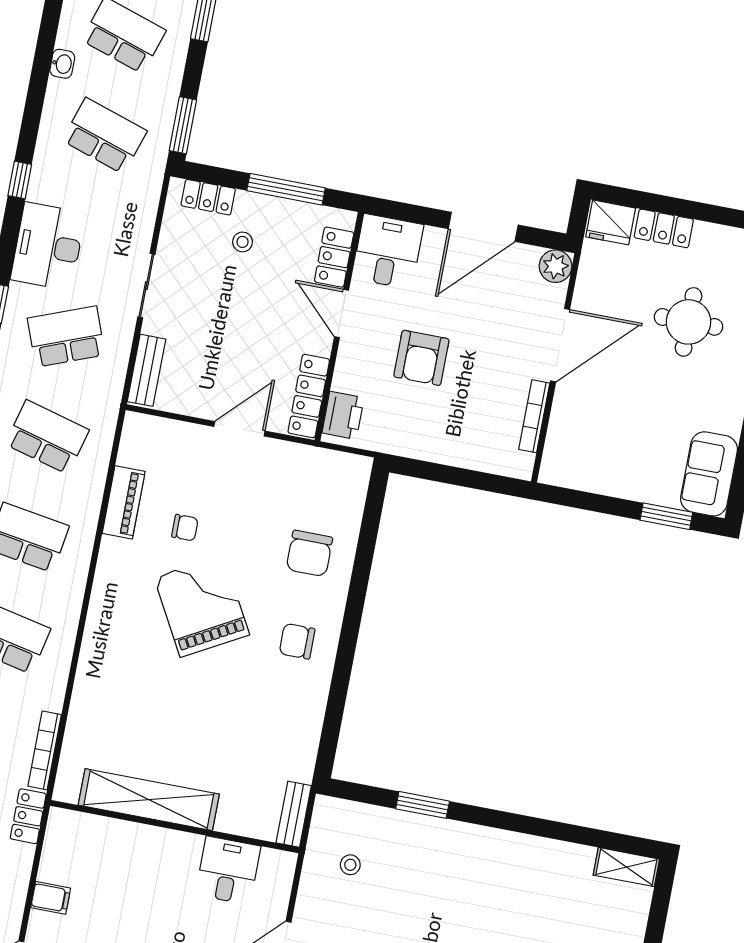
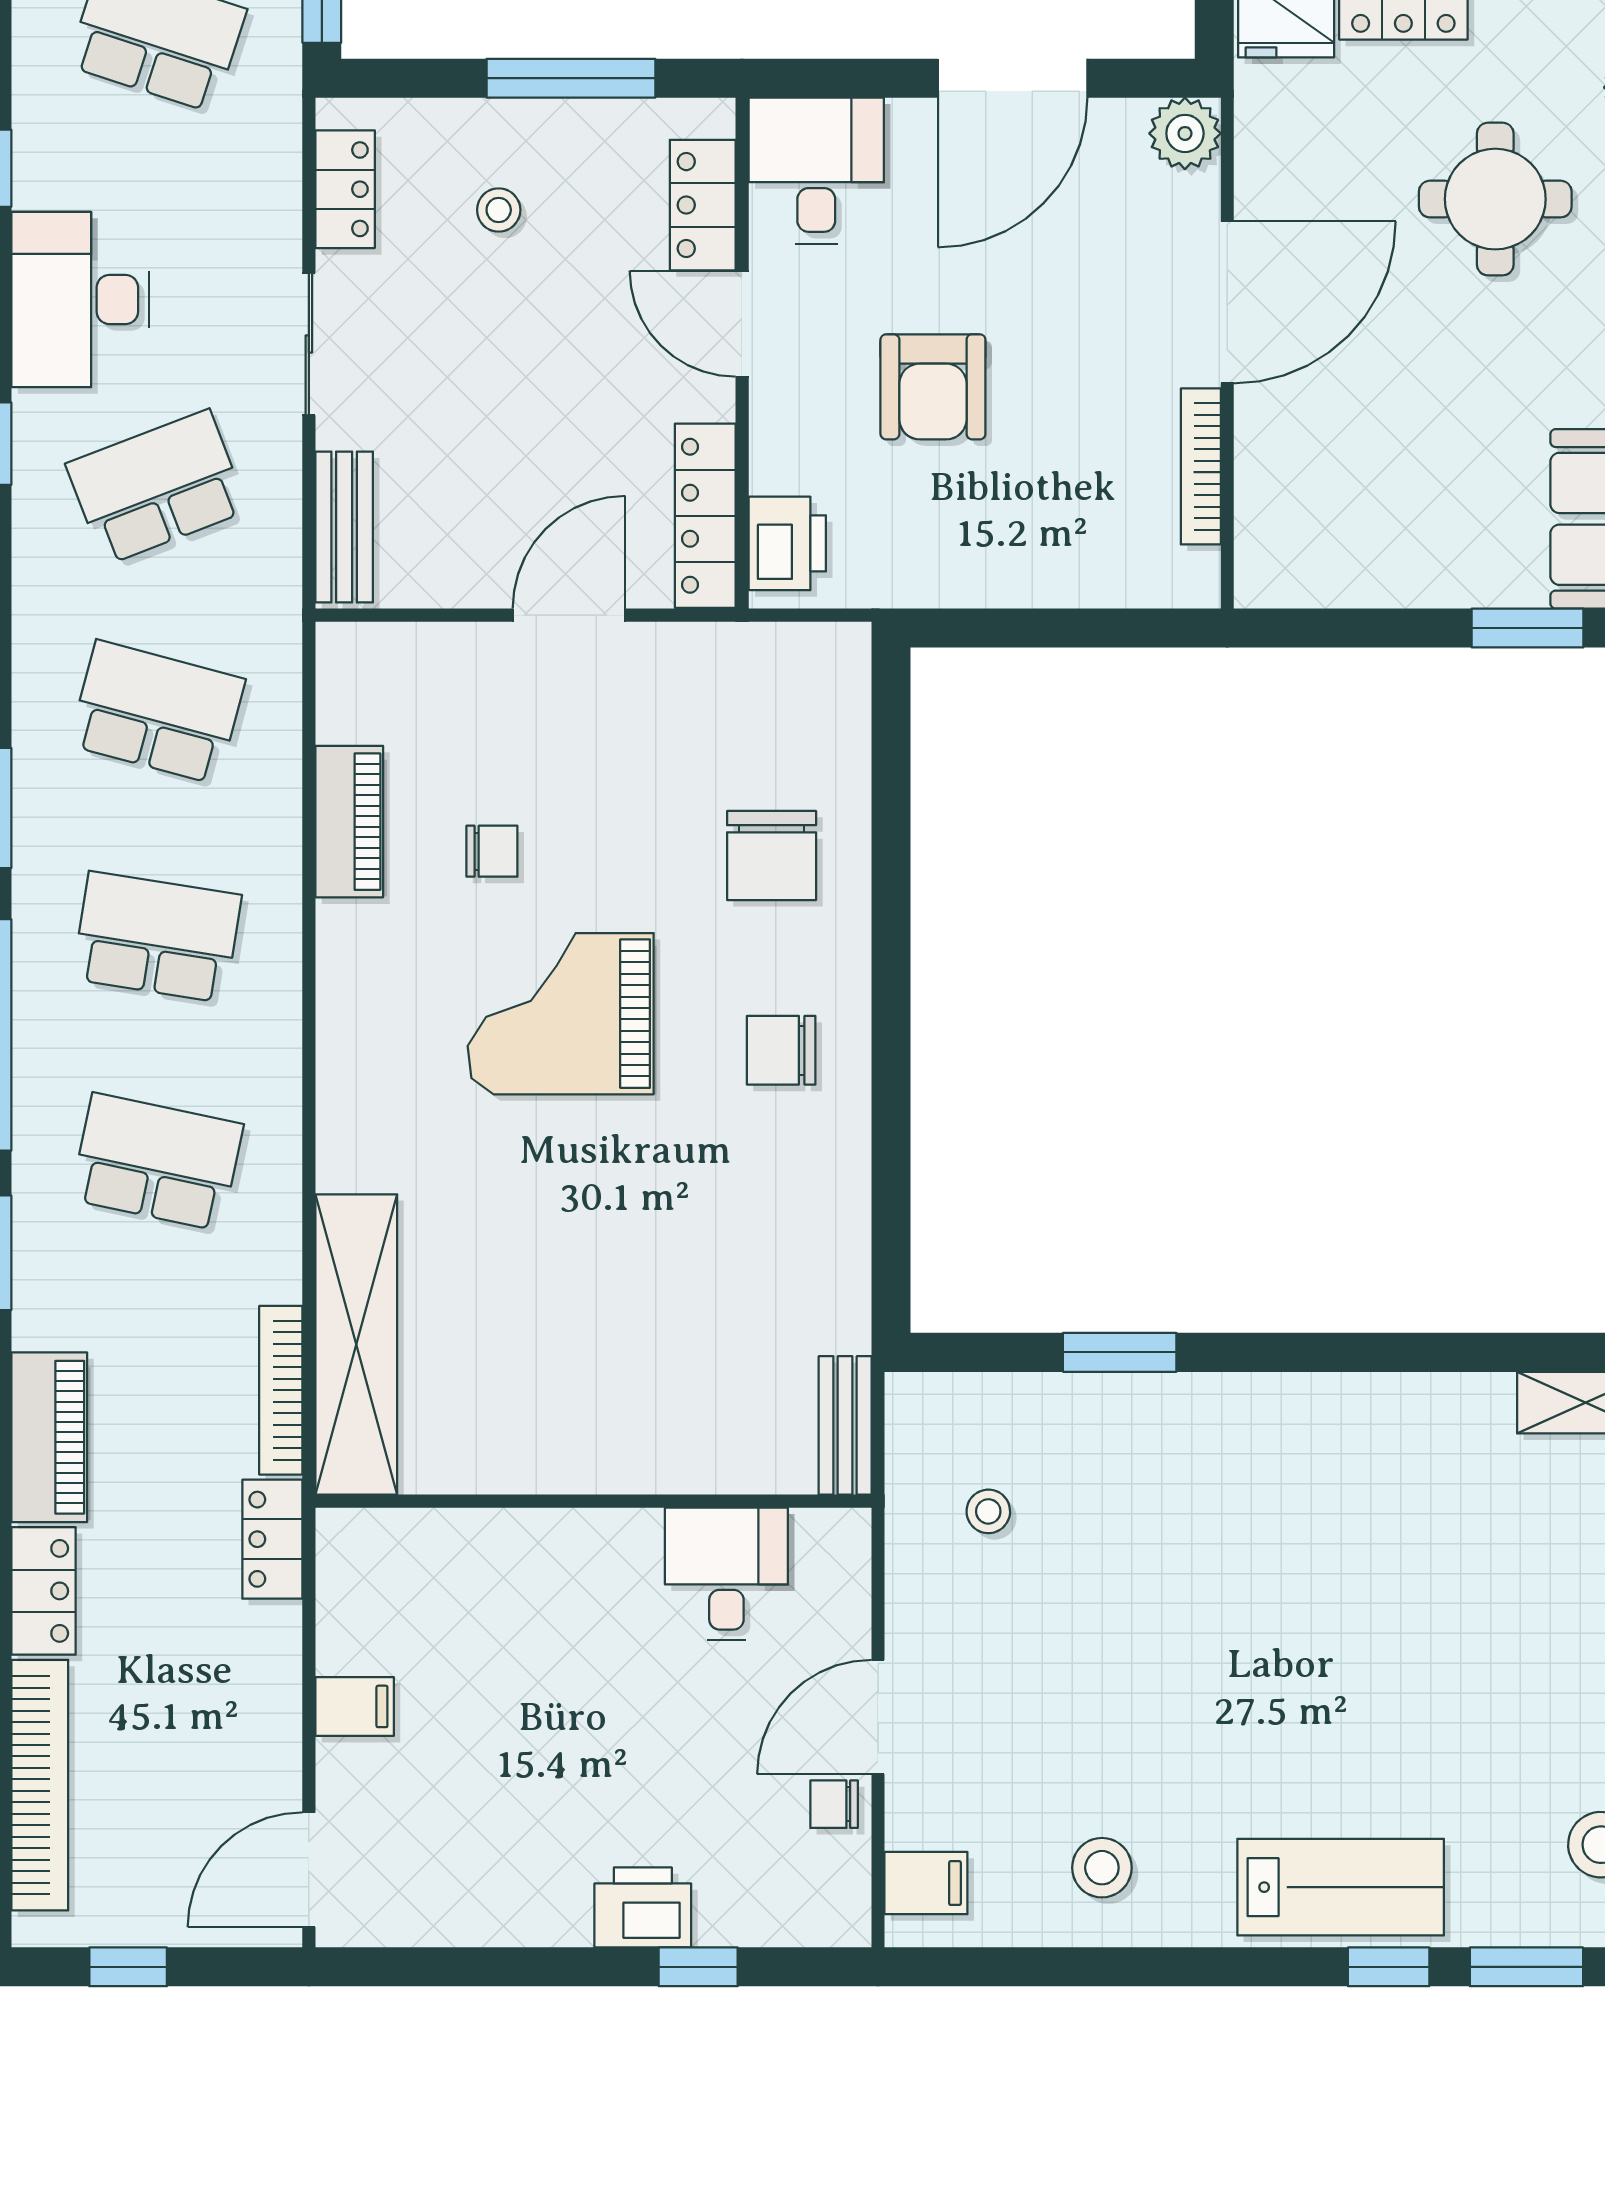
locker: (208, 197) -> (345, 189), moved, turned -90
grand piano: (202, 606) -> (561, 1014), turned -61
shelving: (149, 800) -> (356, 1344), moved, turned 90

